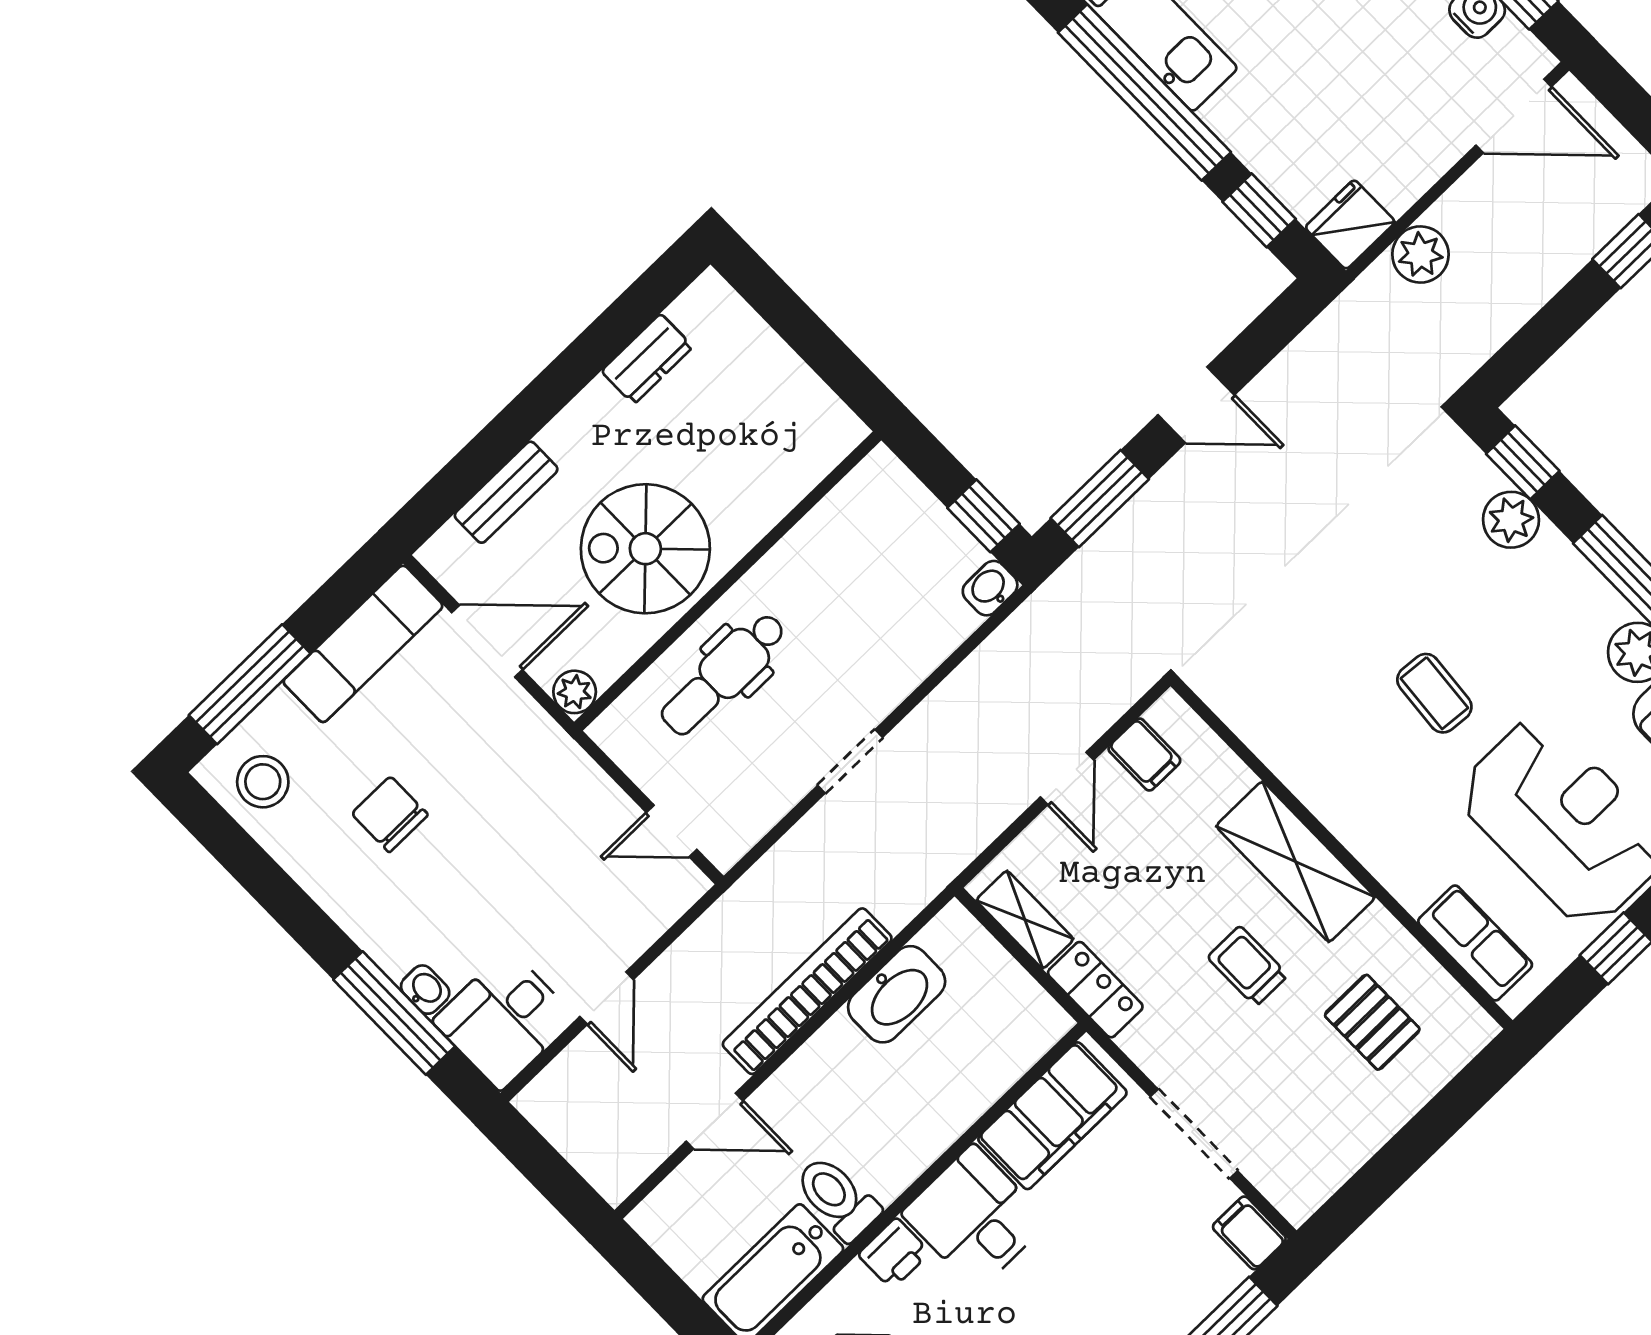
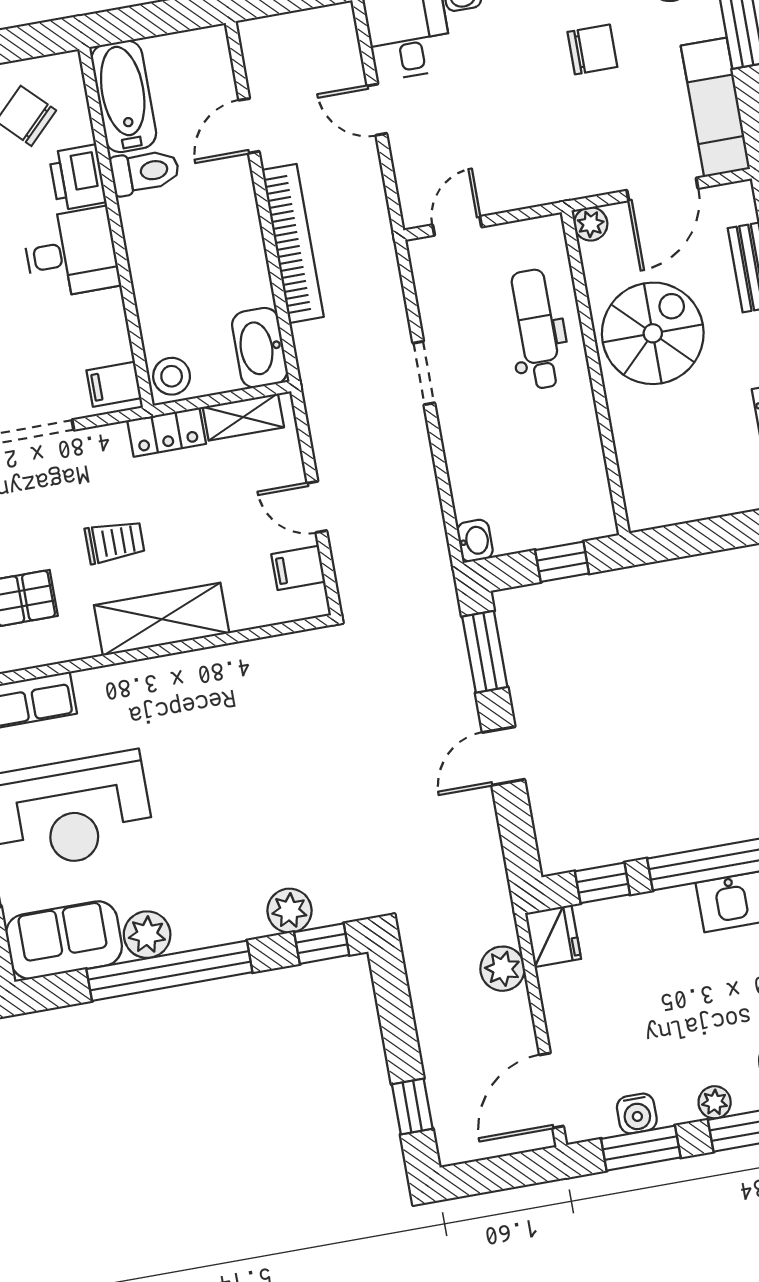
window: (983, 516) -> (562, 562), moved
coffee table: (1434, 693) -> (210, 784), removed
washbasin: (897, 994) -> (260, 348), moved
stool: (1033, 1024) -> (172, 376), added
filing cabinet: (1052, 1116) -> (114, 384), width x0.33, depth x0.86
printer: (894, 1253) -> (77, 177), width x1.36, depth x1.24

